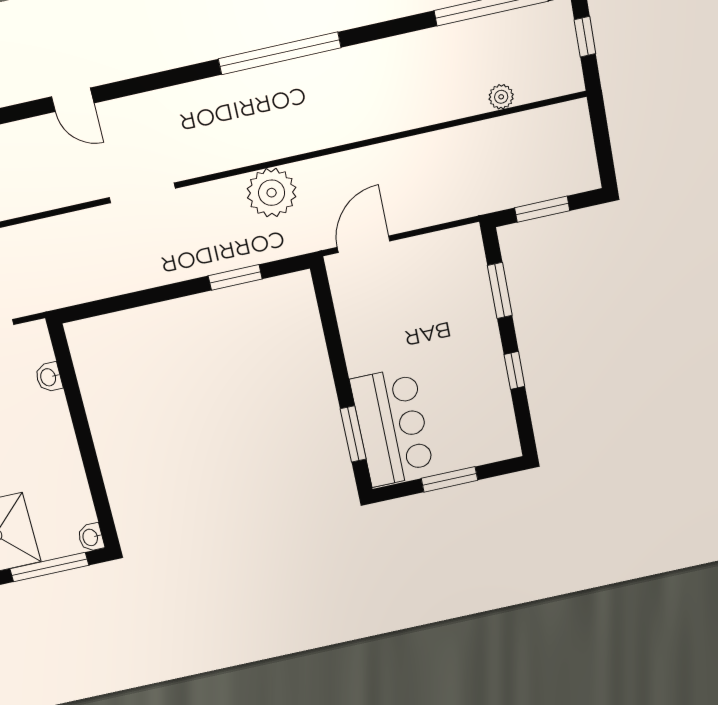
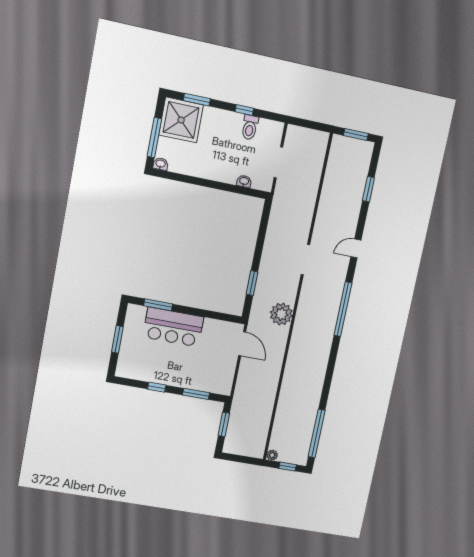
window: (280, 53) -> (343, 309), moved
plant: (501, 97) -> (272, 455), moved
bar counter: (392, 427) -> (173, 327), moved

